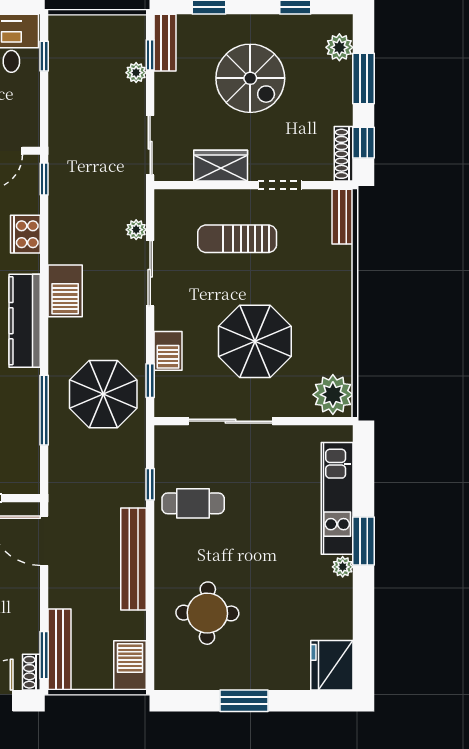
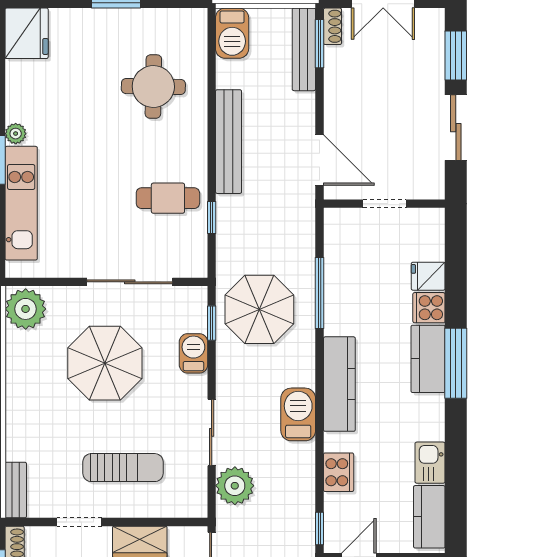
plant: (136, 230) -> (235, 486), width x1.88, depth x1.88

